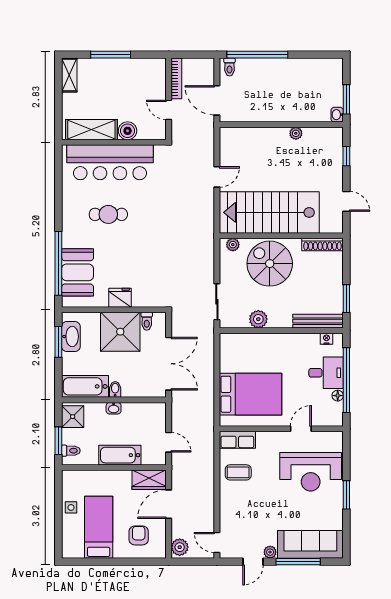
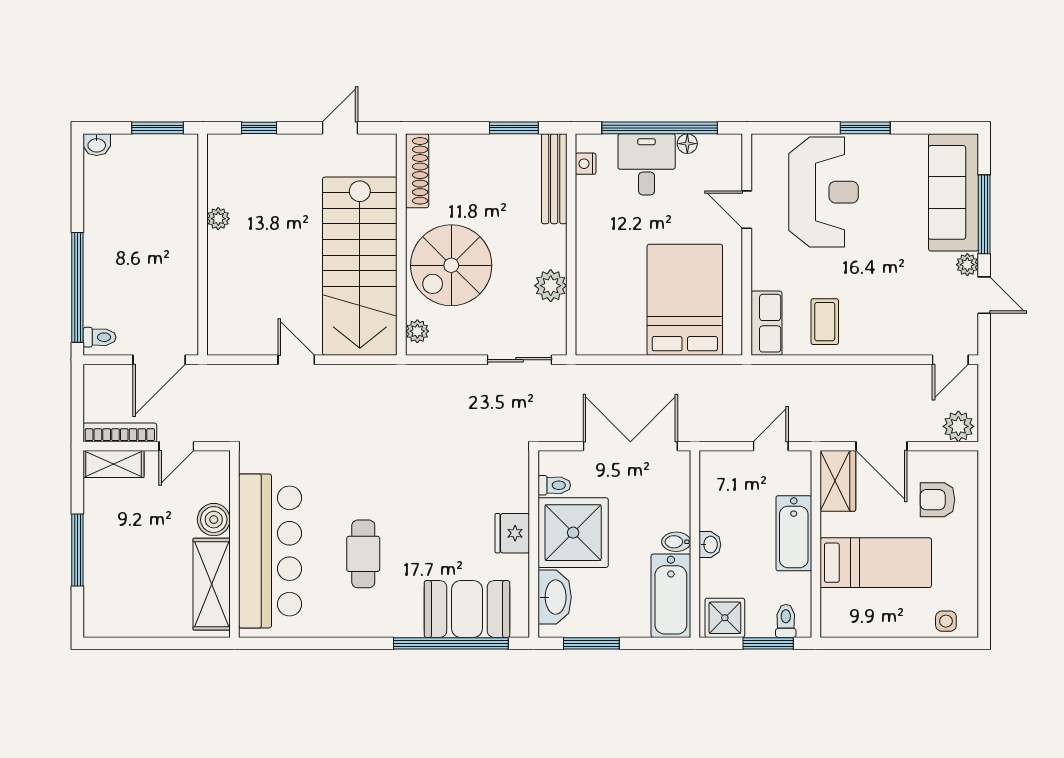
shelving: (69, 75) -> (114, 464), moved
washbasin: (337, 115) -> (97, 145), moved
washbasin: (71, 336) -> (555, 597), moved, turned 90
side table: (71, 507) -> (946, 621), moved
bed: (99, 527) -> (876, 563), moved, turned 180

